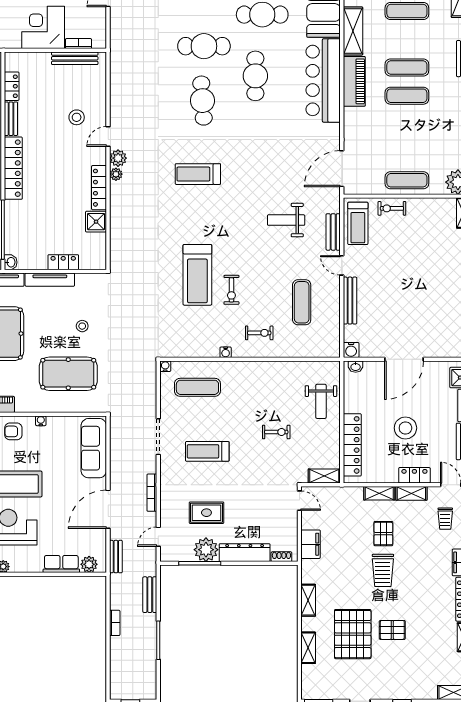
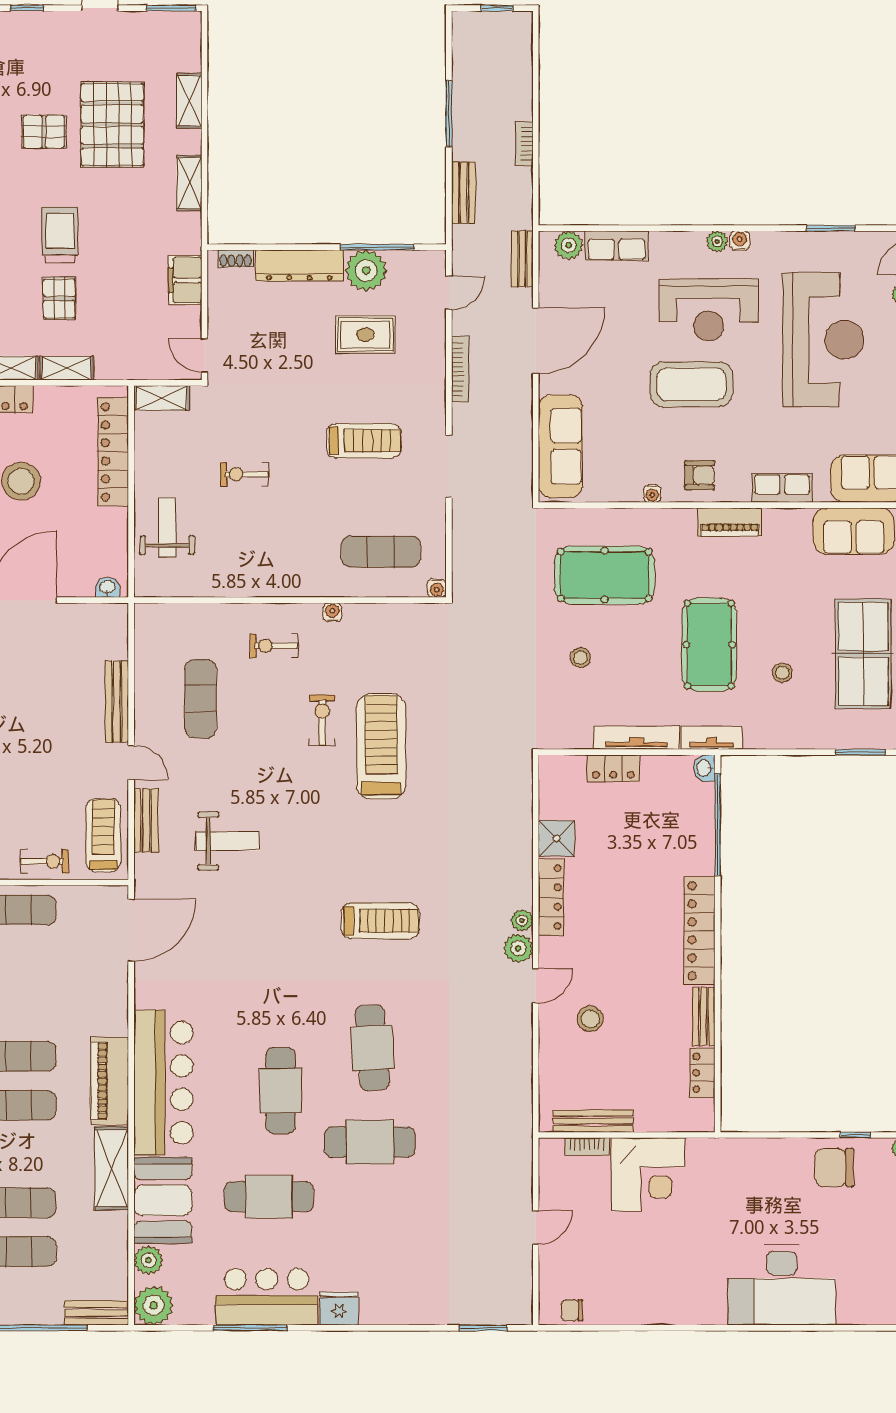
water cooler: (351, 350) -> (115, 616), removed

